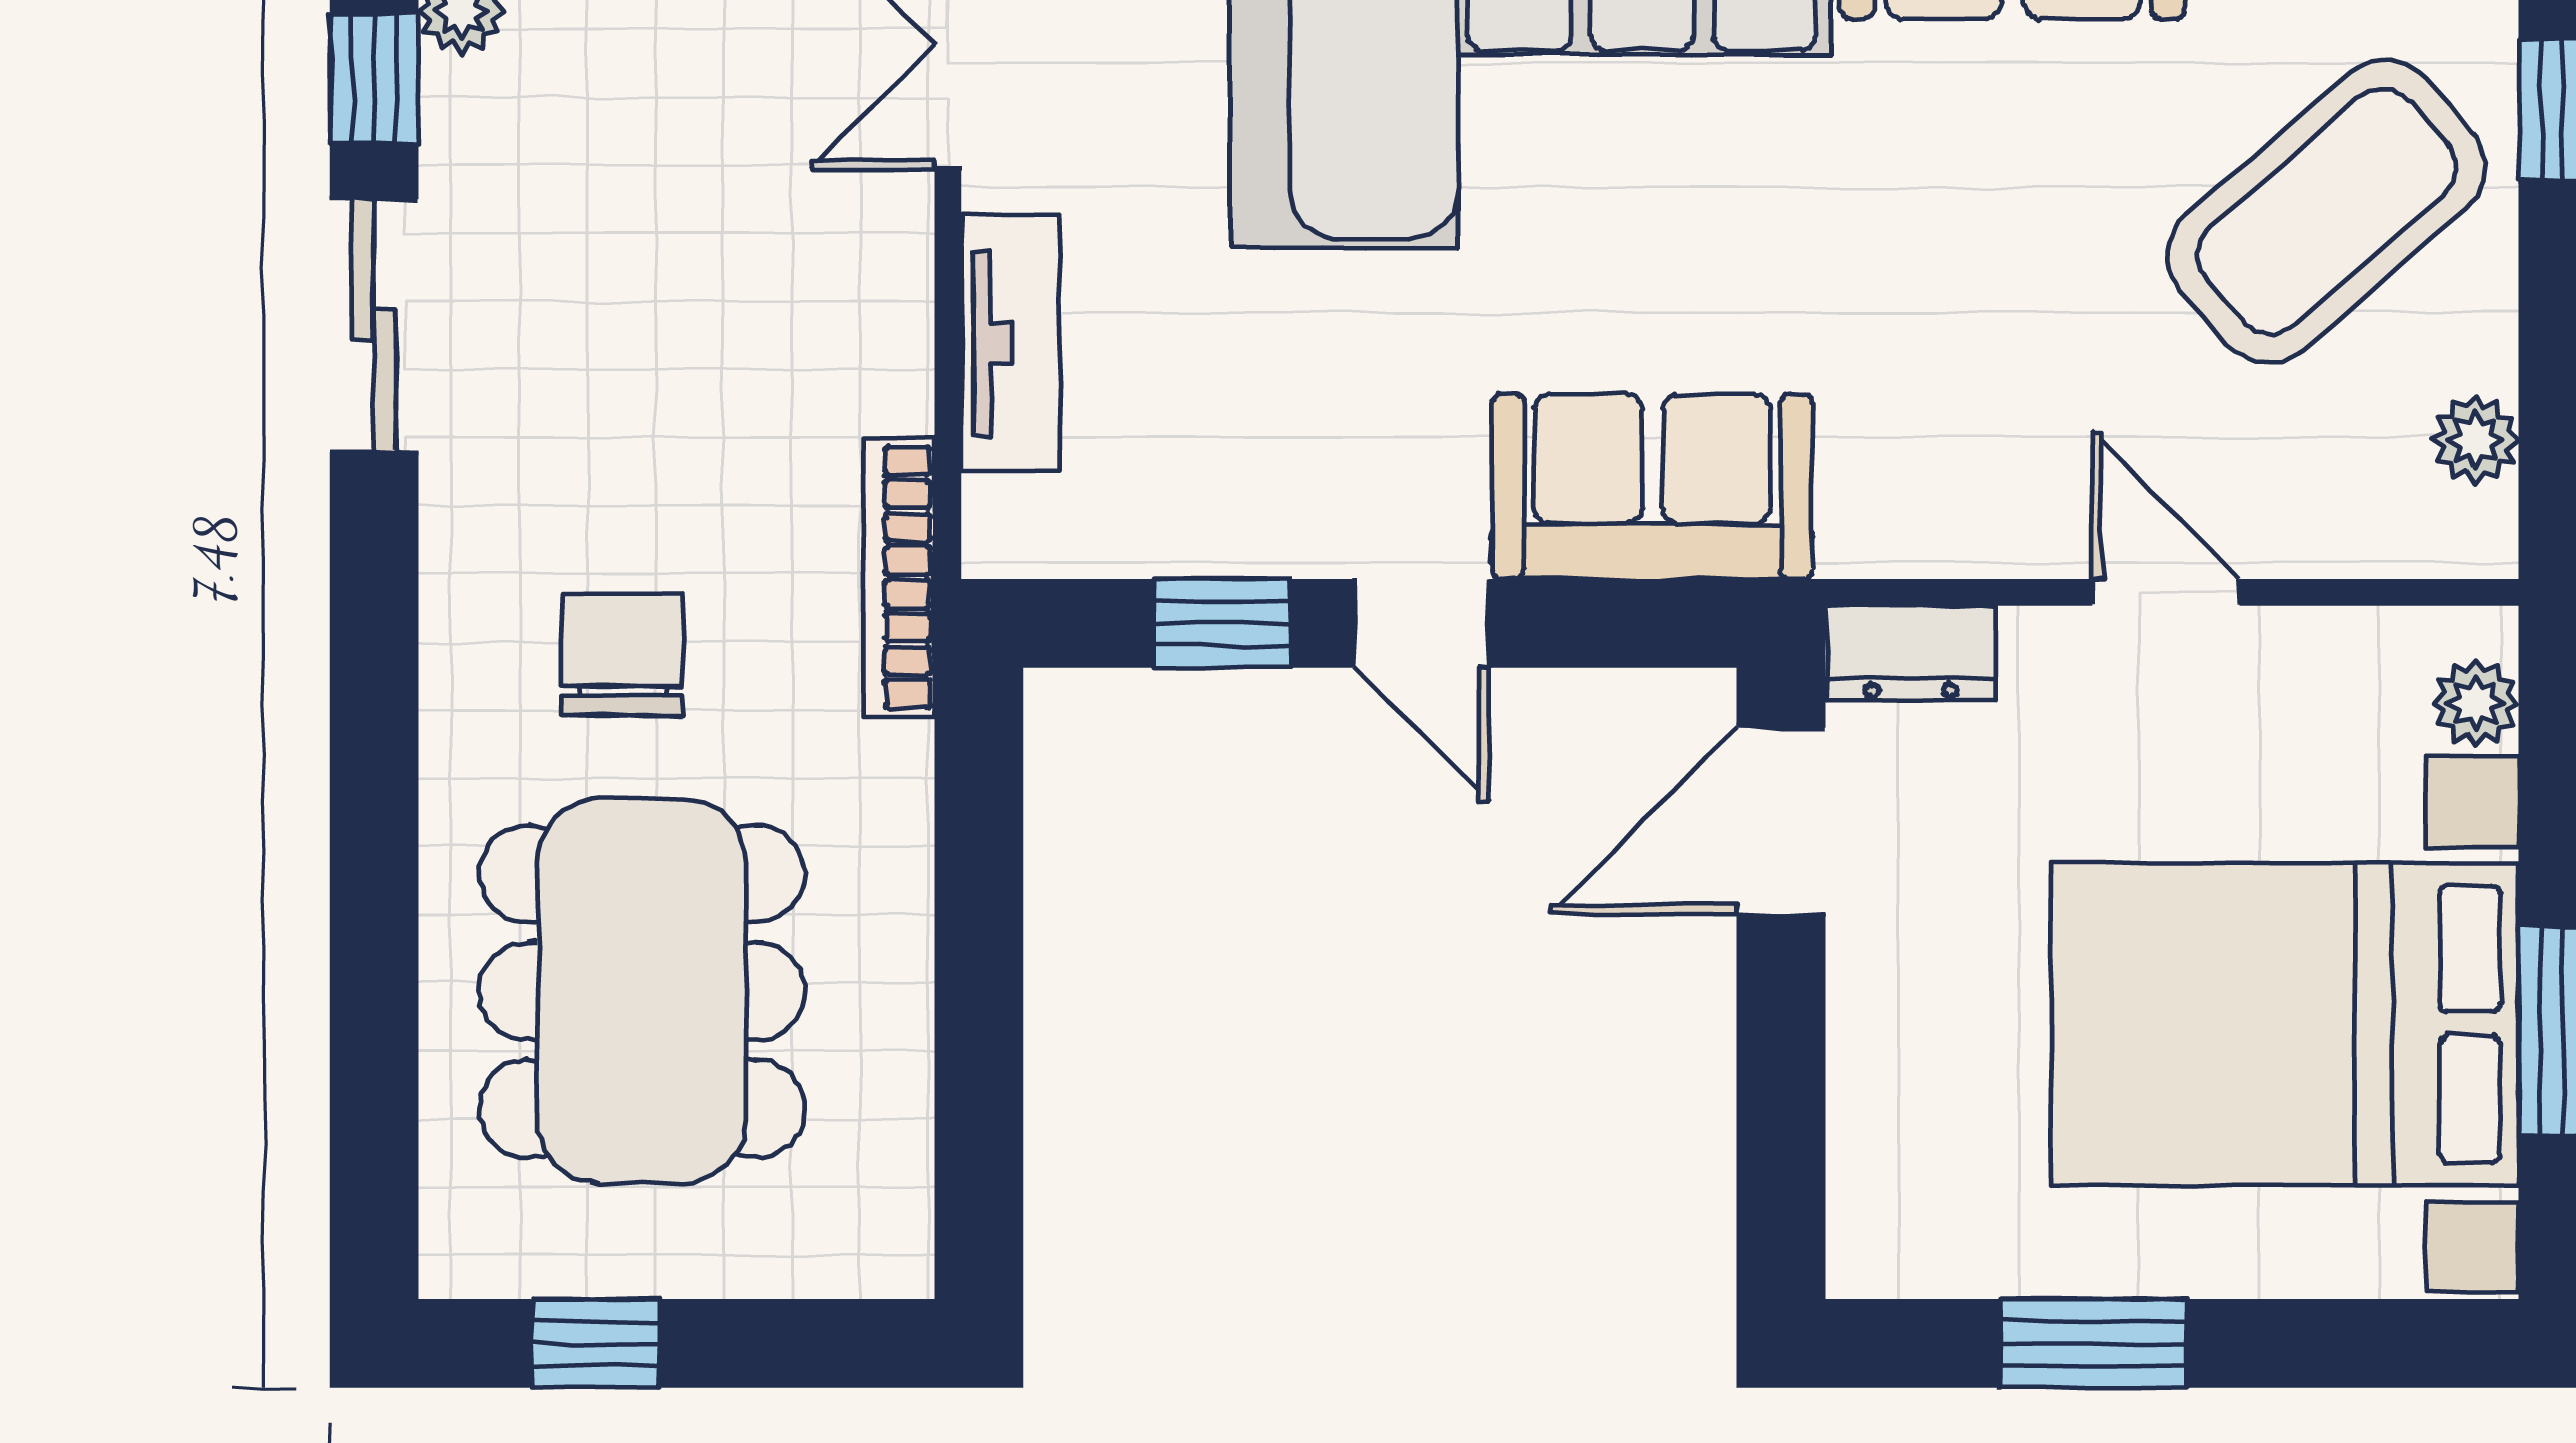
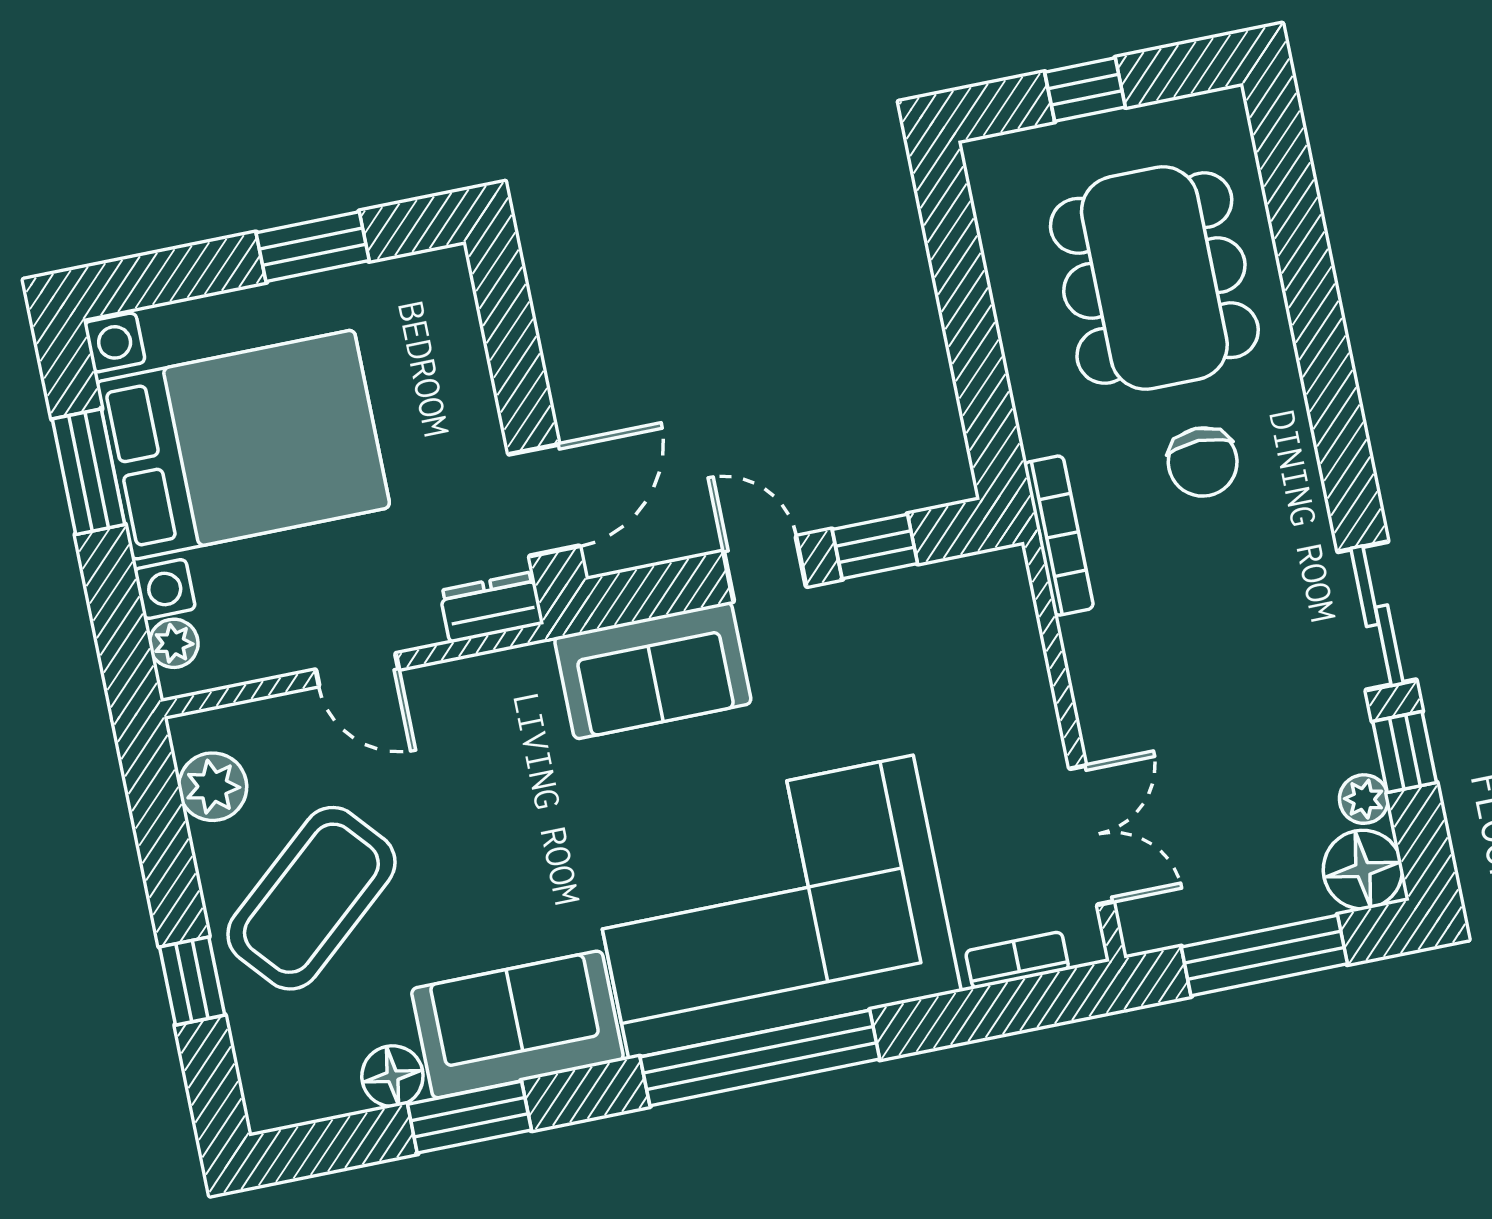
tv unit: (1010, 343) -> (1024, 678), removed
plant: (2475, 440) -> (213, 787), width x1.38, depth x1.38
window: (596, 1343) -> (1085, 90), moved

